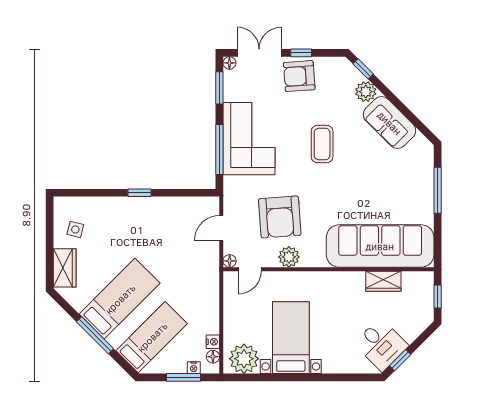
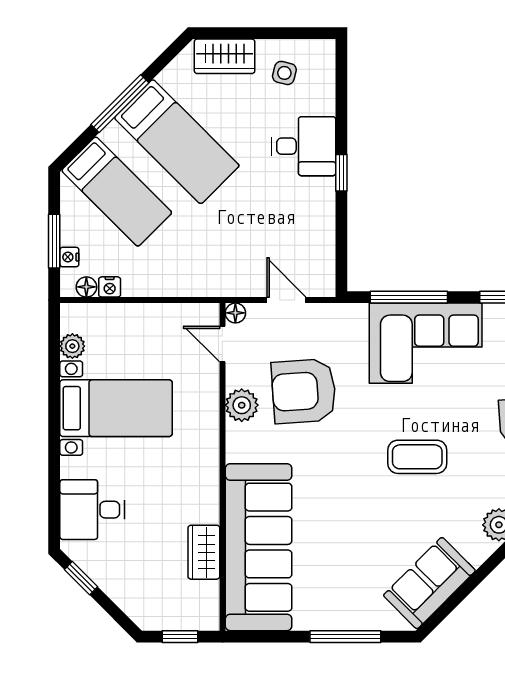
sofa: (390, 123) -> (429, 583), moved
desk: (122, 217) -> (304, 146), added
desk: (381, 345) -> (92, 510), moved, turned 45
plant: (244, 359) -> (72, 346), width x0.53, depth x0.53

